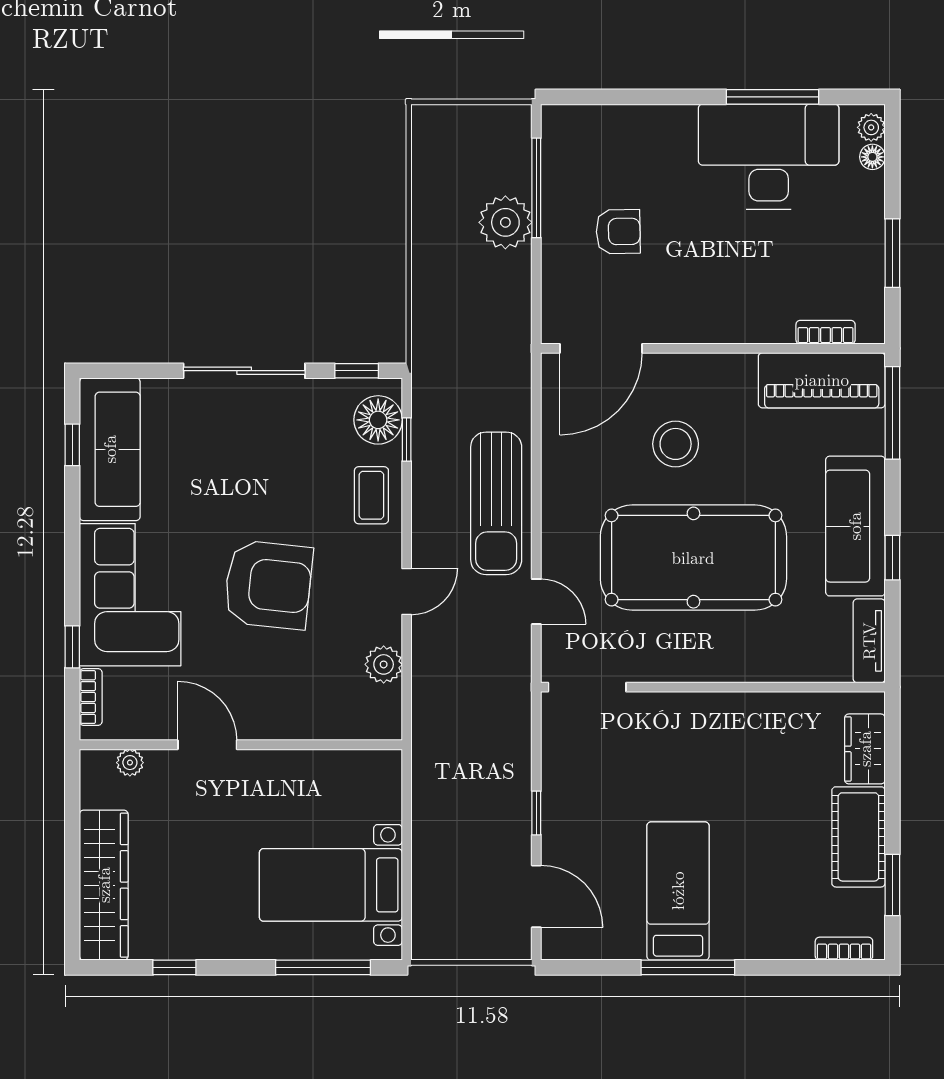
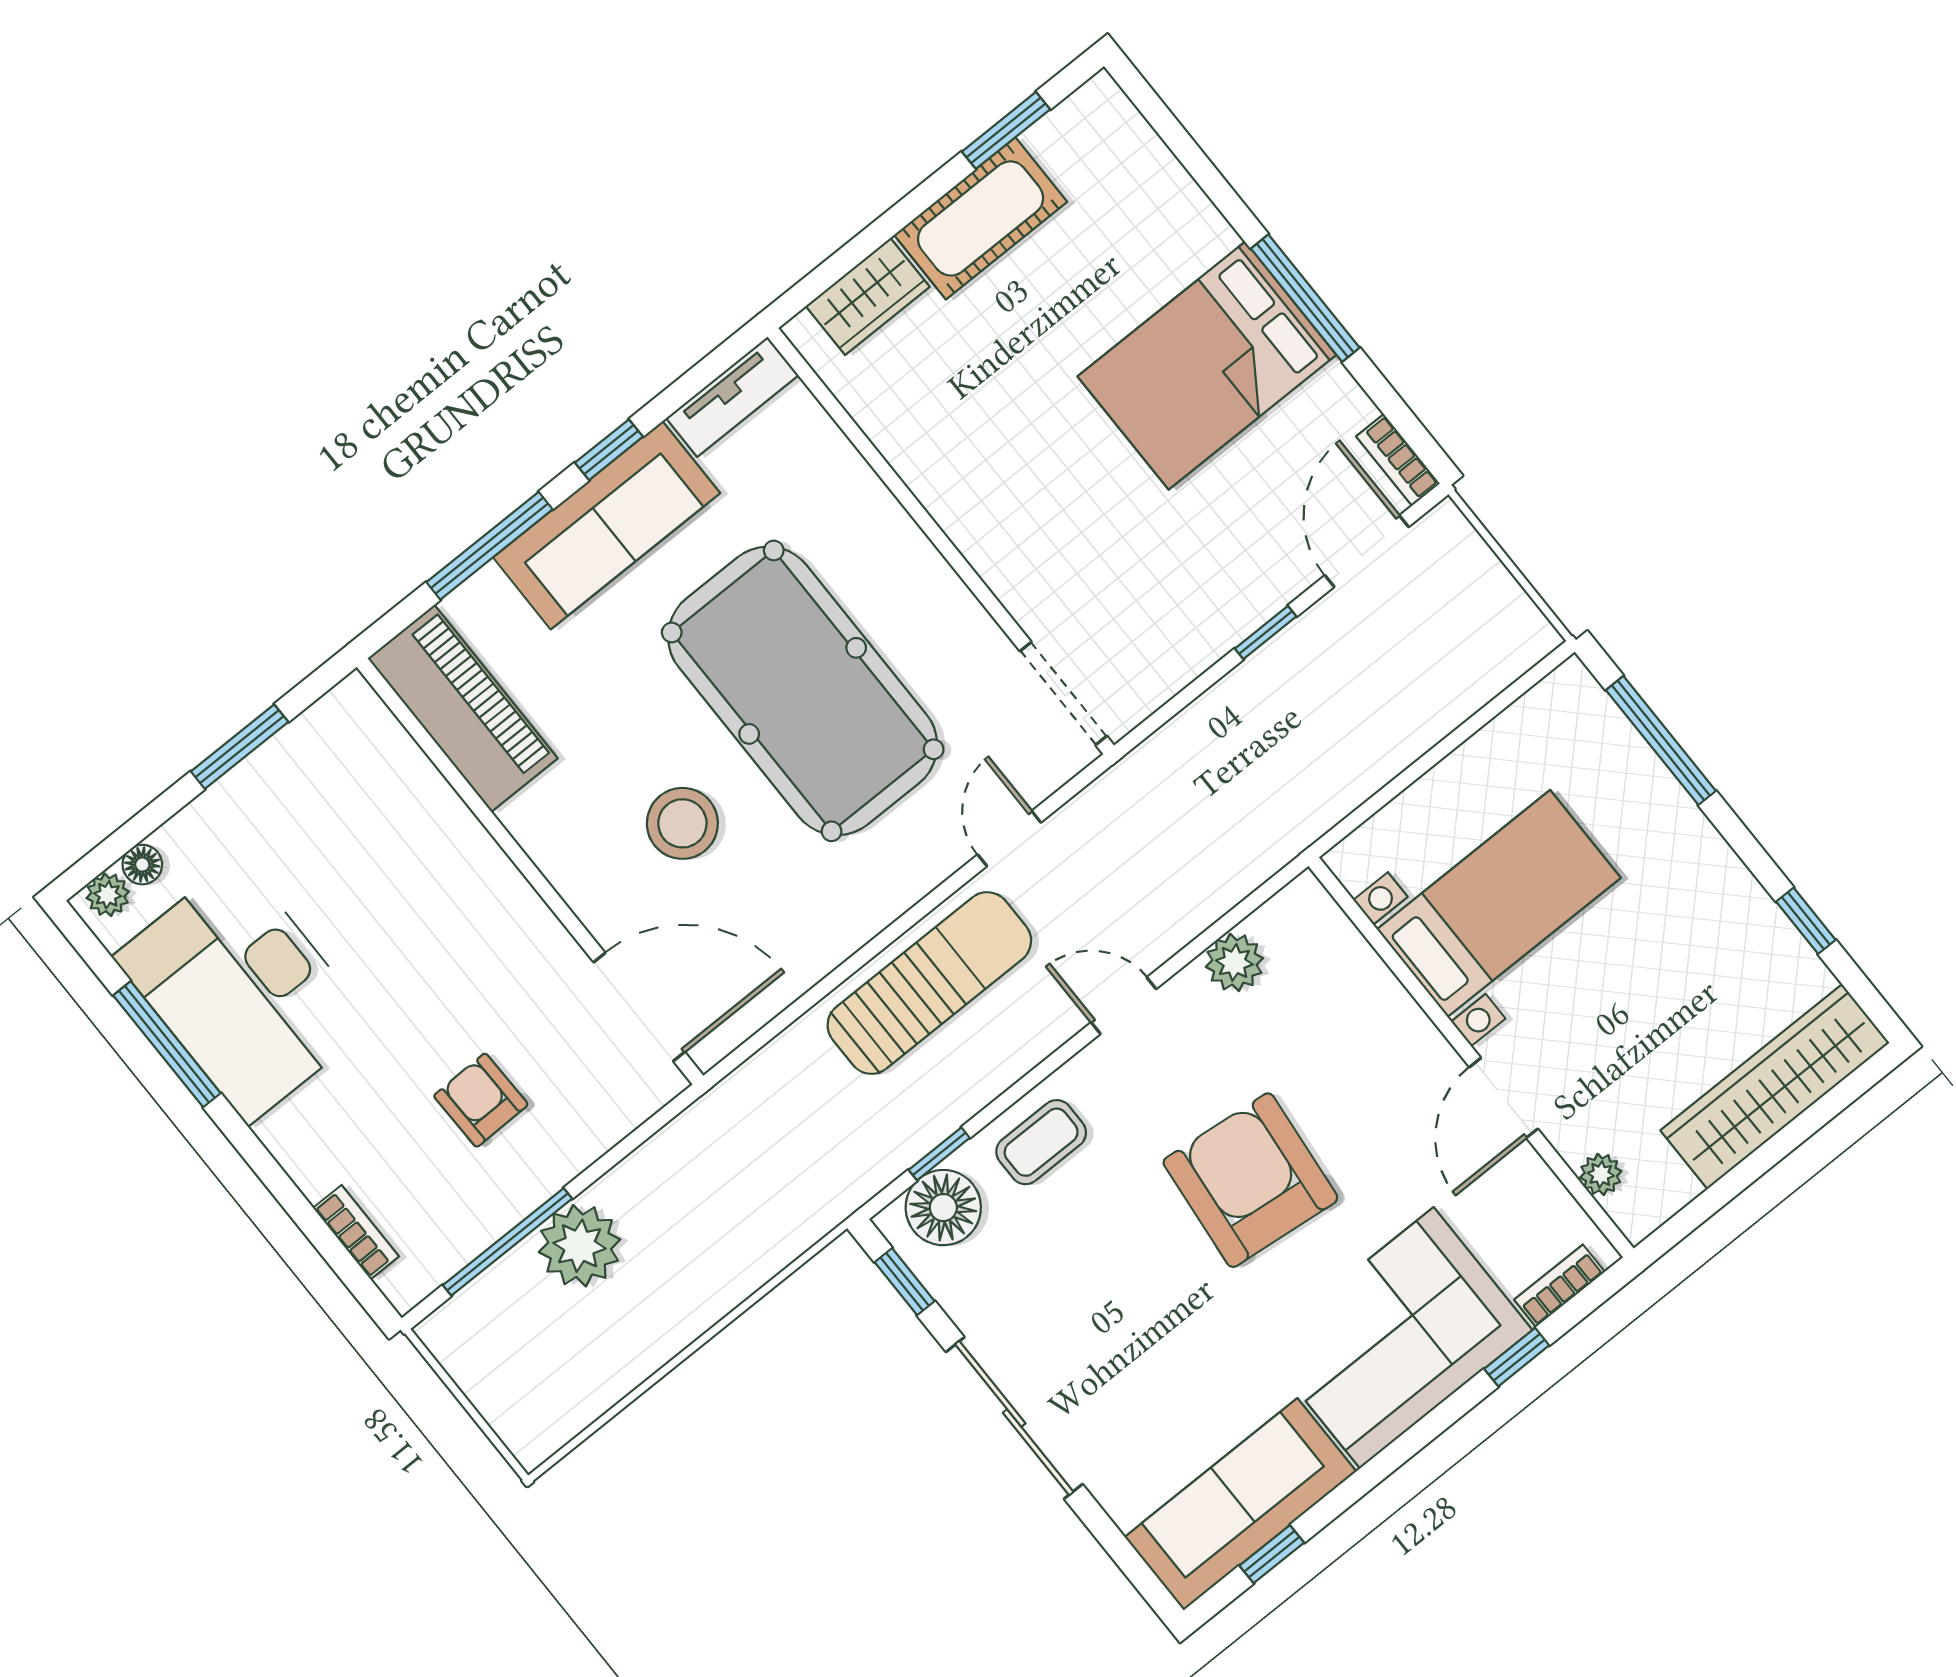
bookcase: (826, 332) -> (356, 1232), moved, turned 180
window: (892, 413) -> (489, 546), moved
bed with nightstands: (331, 885) -> (1499, 904), moved, turned -90
bed: (678, 891) -> (1207, 366), width x1.50
bookcase: (844, 949) -> (1398, 460), moved

